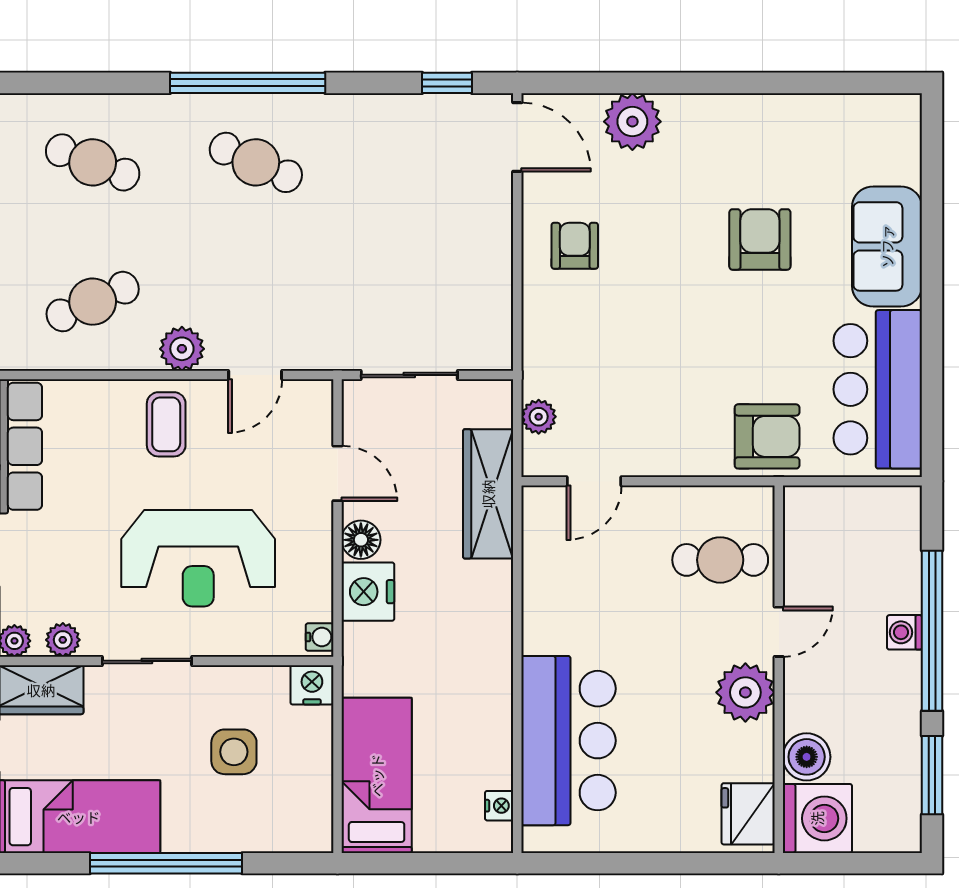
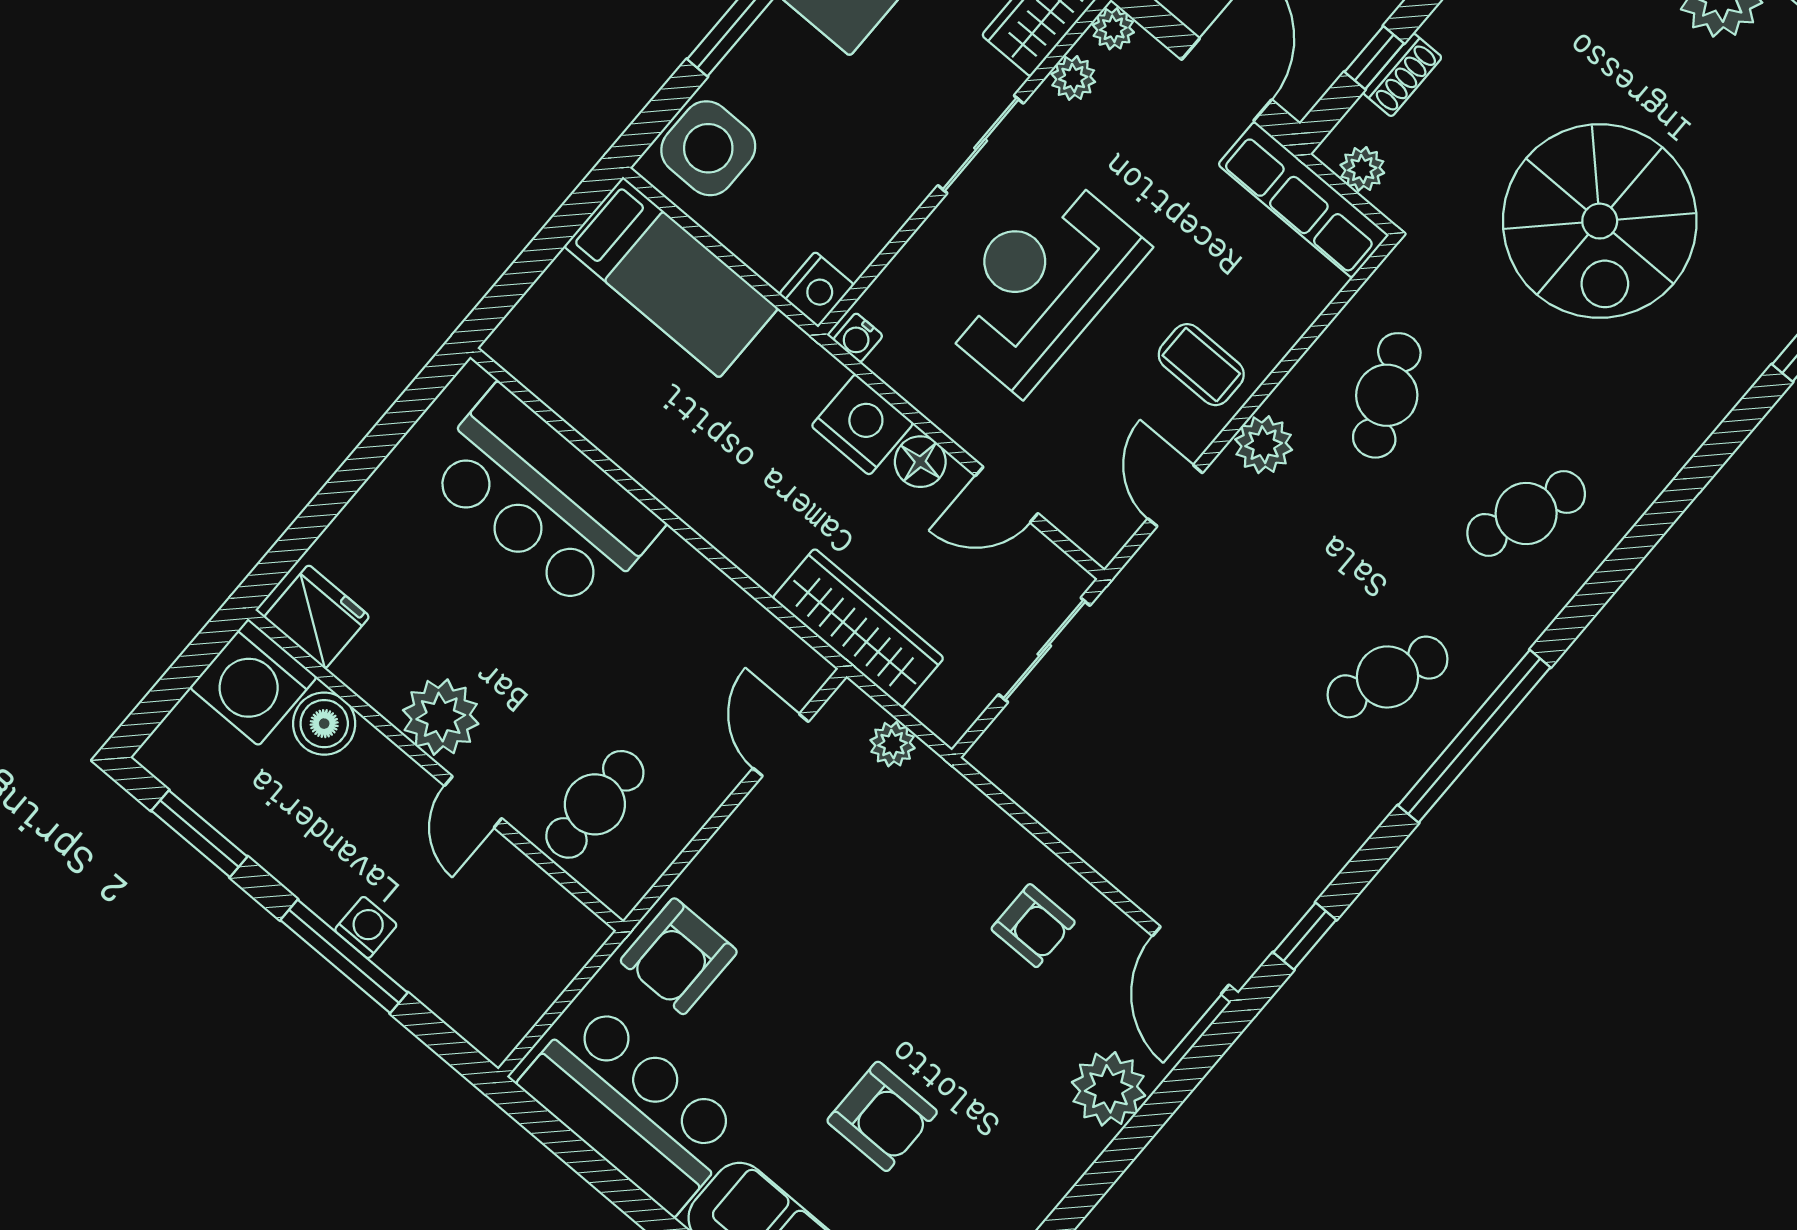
door: (517, 137) -> (1191, 960), hinge flipped
window: (932, 631) -> (344, 956), width x0.68
side table: (234, 752) -> (708, 148), moved, width x1.37, depth x1.37
nightstand: (499, 806) -> (536, 374), removed

